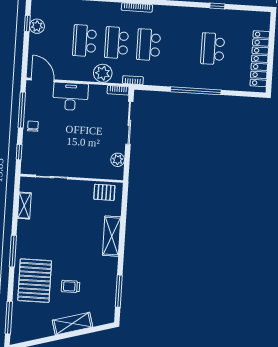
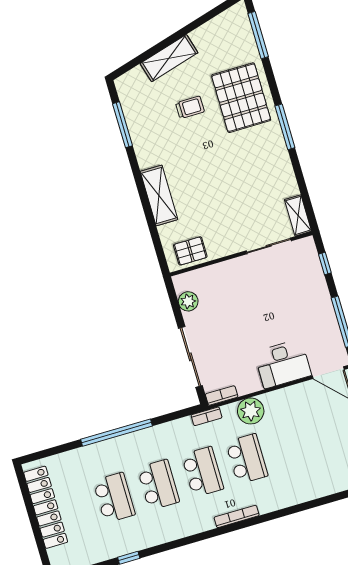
school desk: (85, 41) -> (158, 485), moved
chair: (33, 126) -> (319, 305), removed
shelving: (24, 206) -> (298, 215), moved

